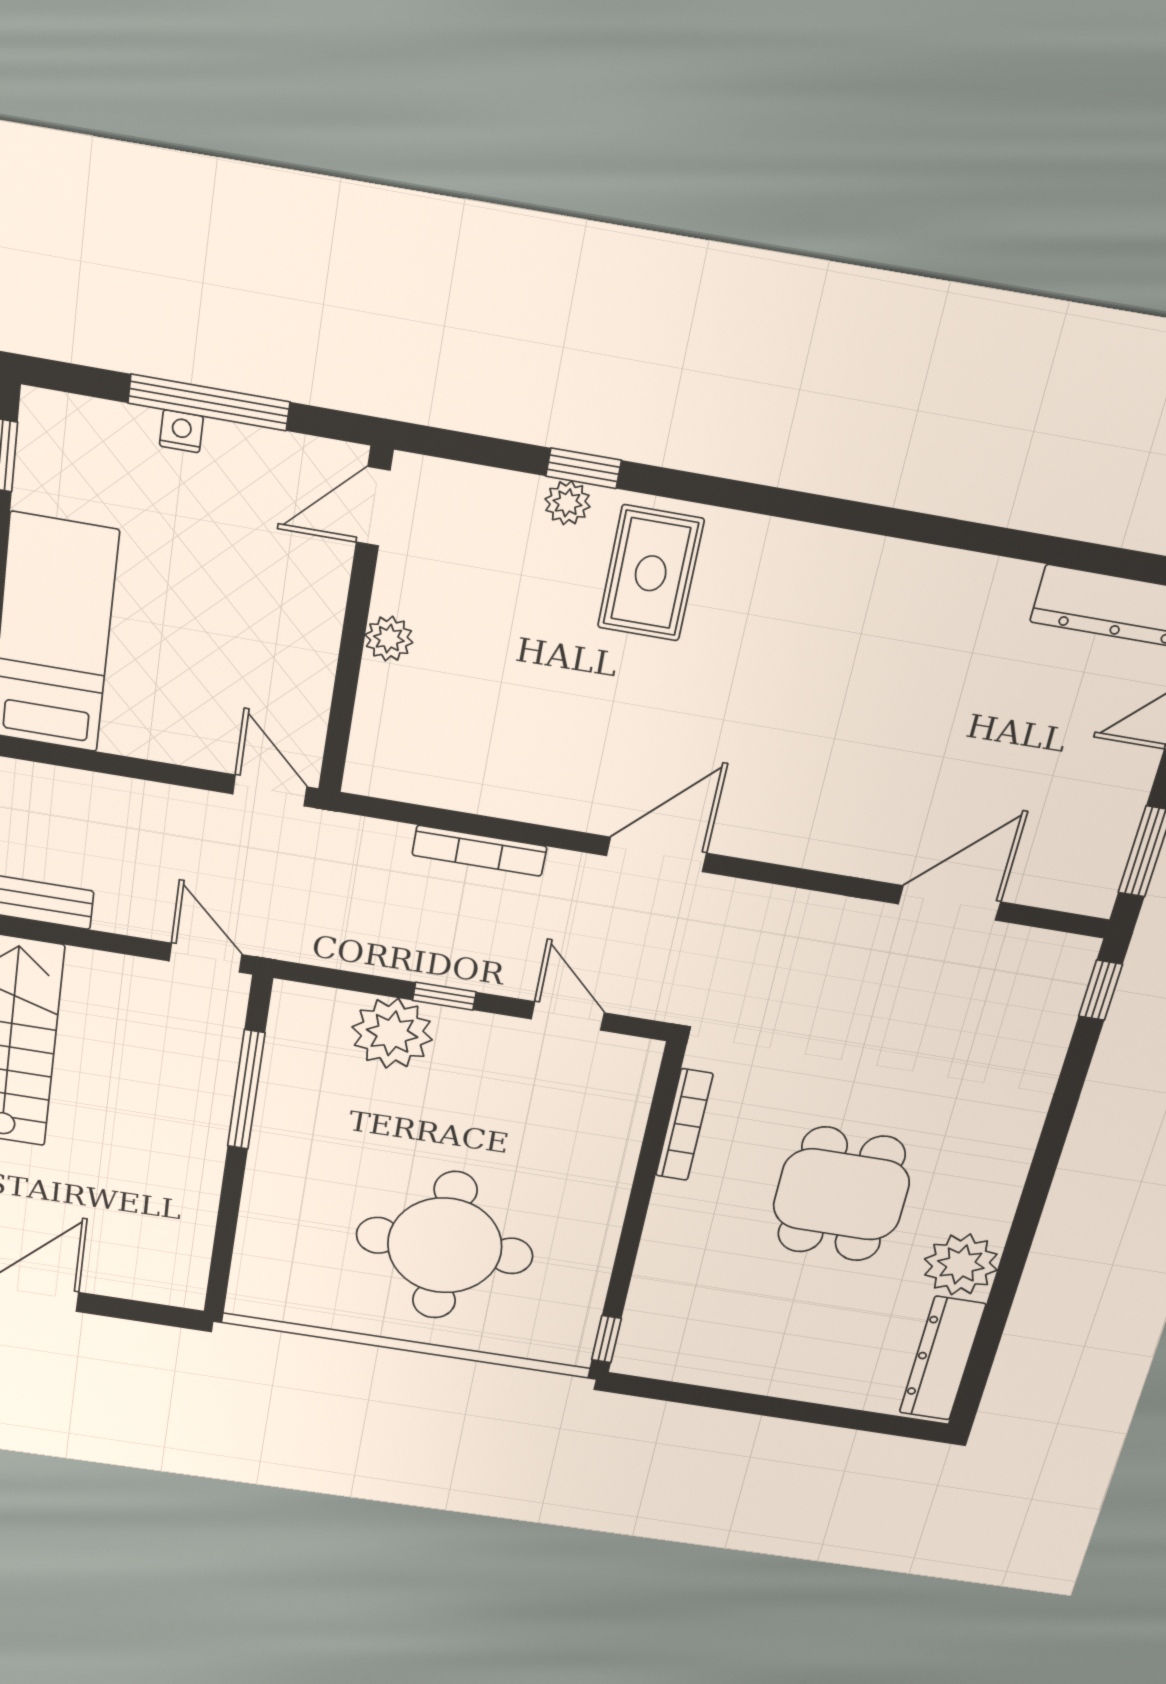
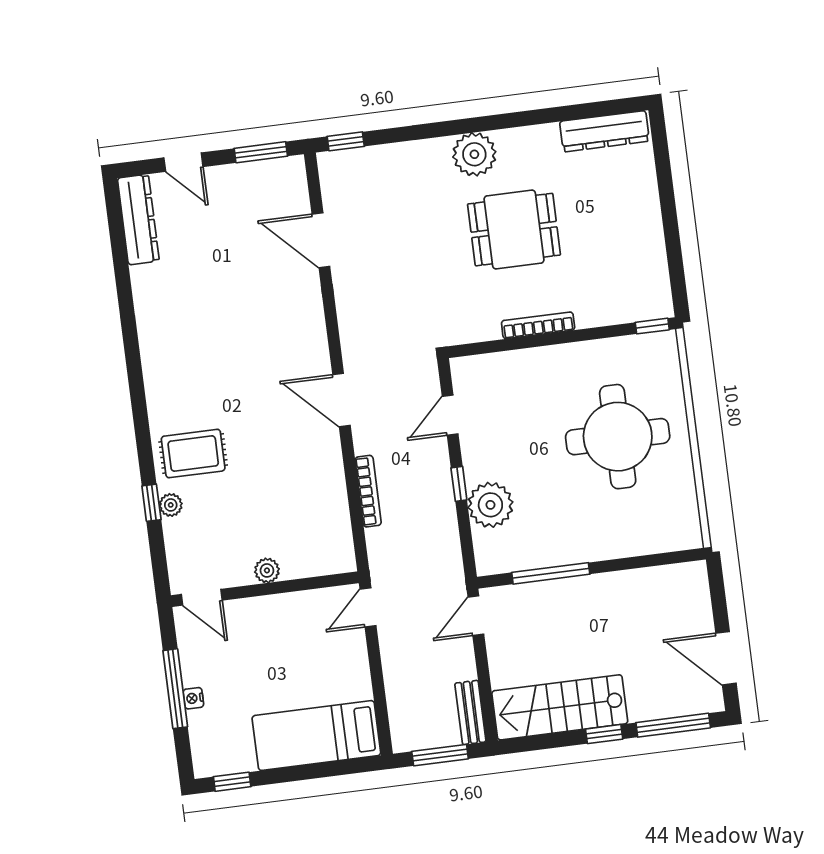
bookcase: (684, 1125) -> (538, 325), moved
plant: (961, 1265) -> (474, 154), moved

